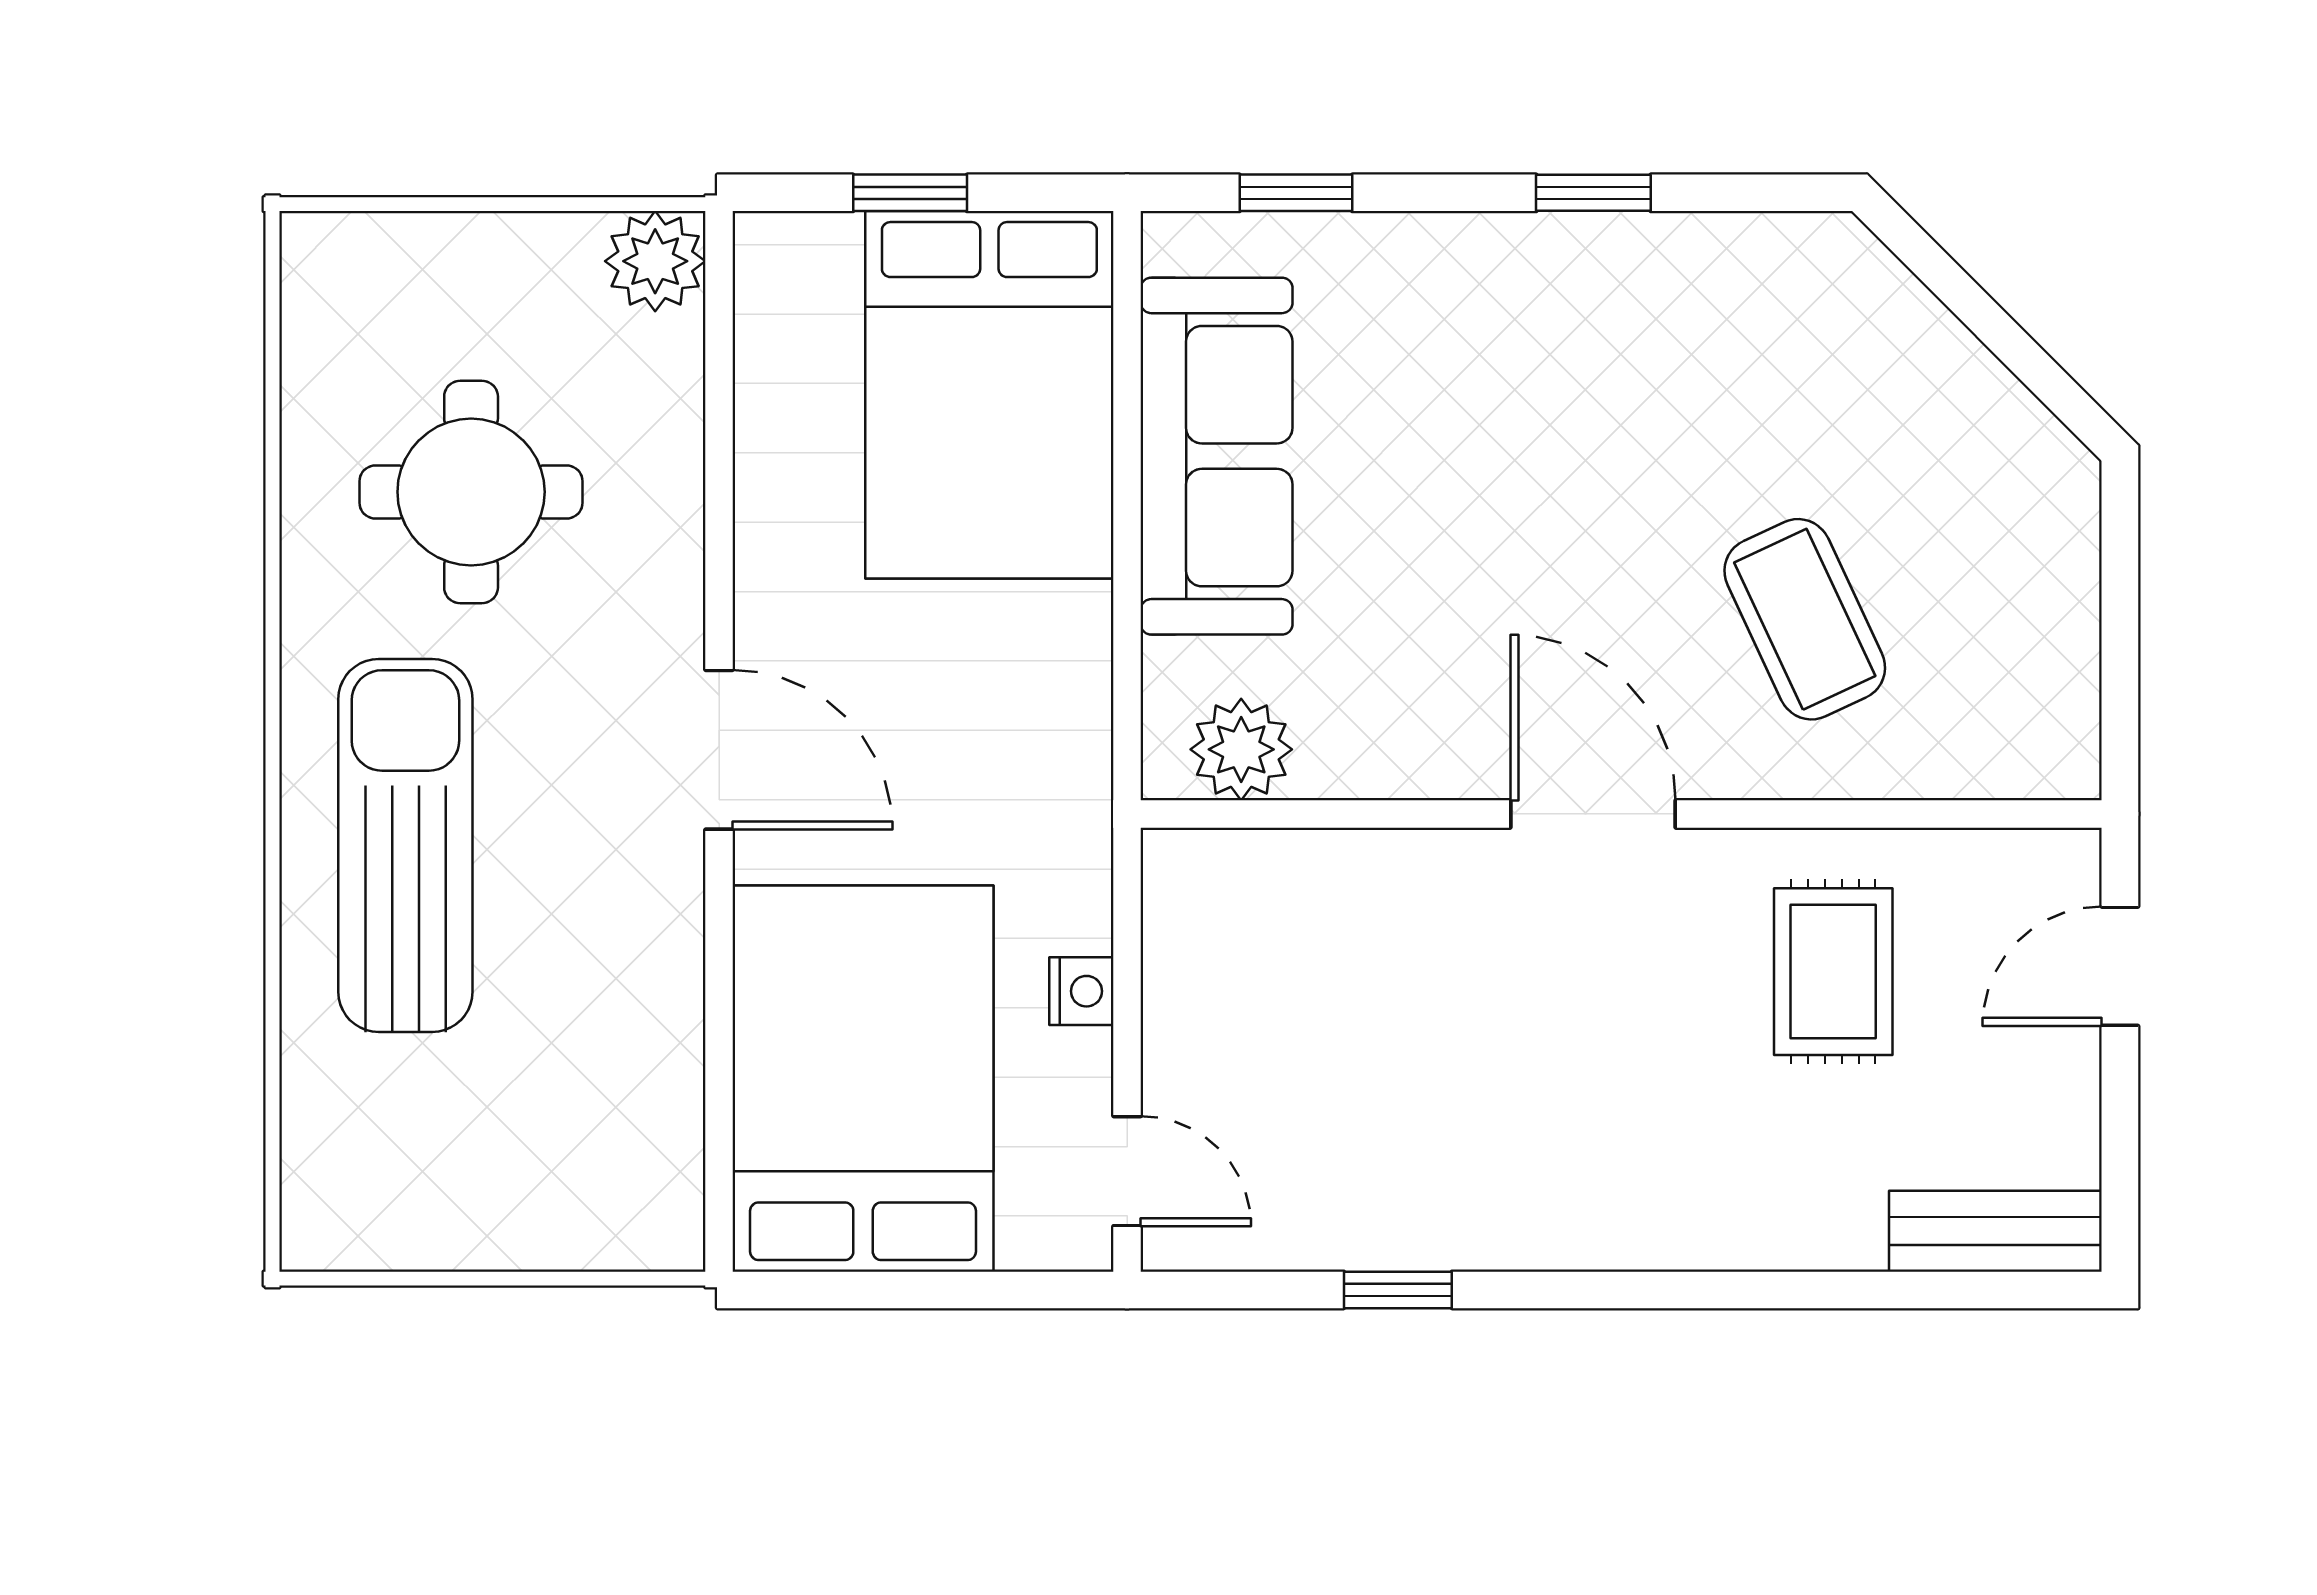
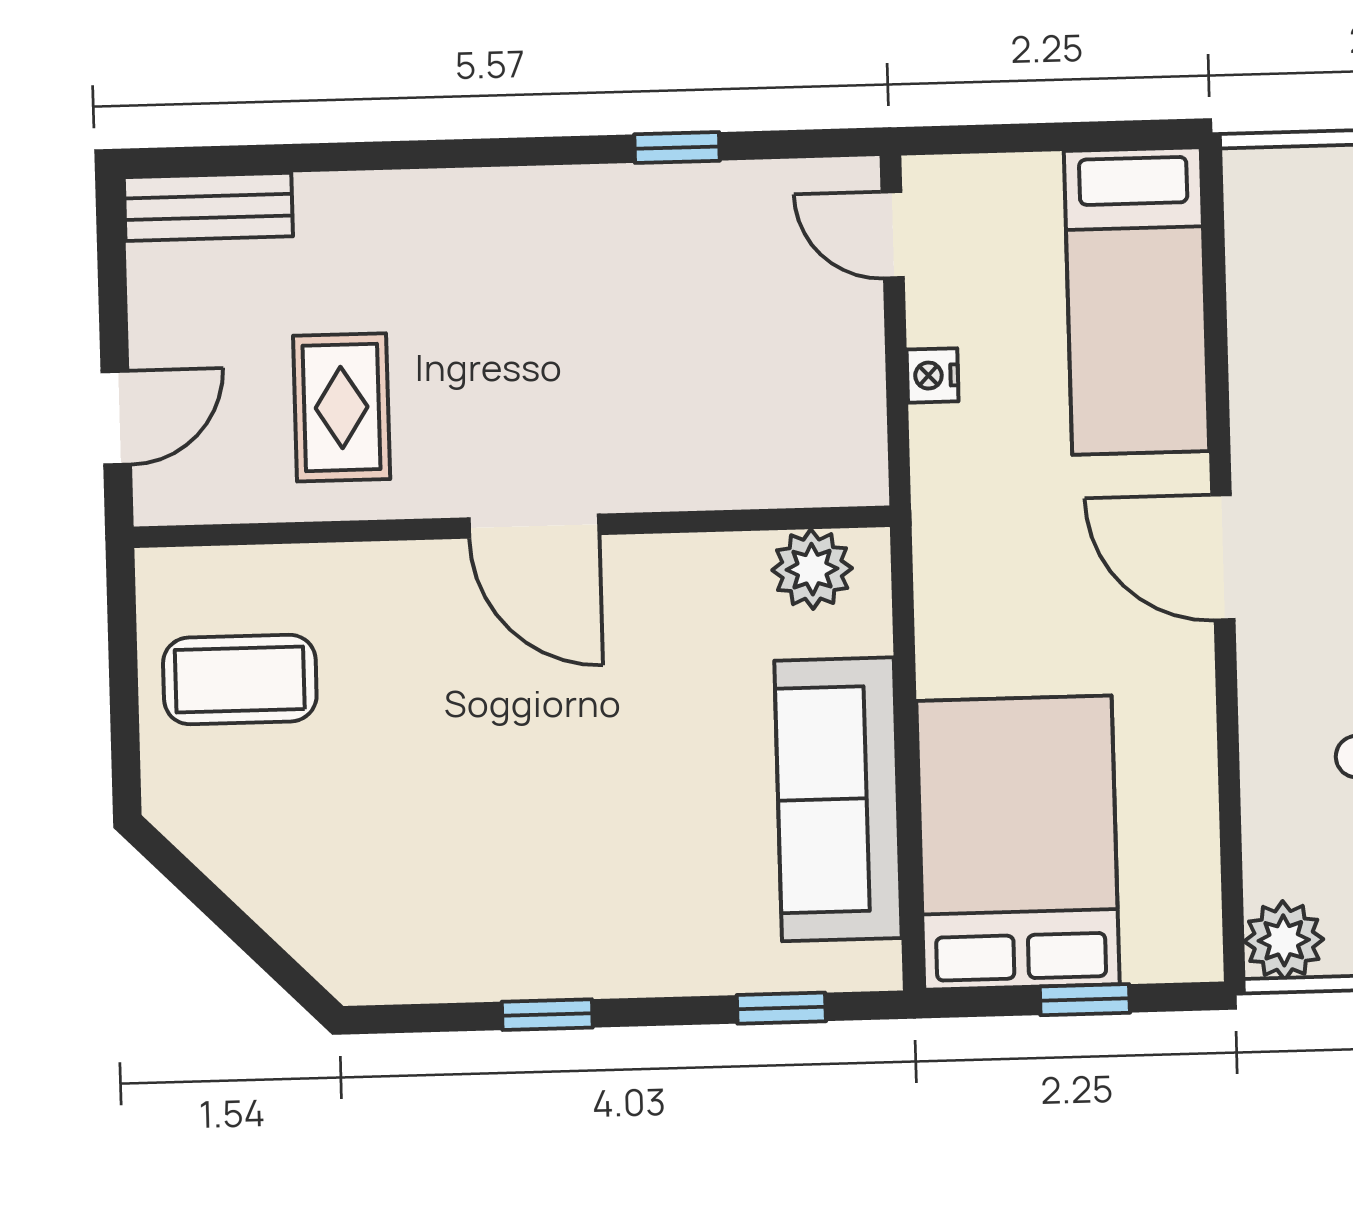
coffee table: (1805, 619) -> (240, 679), moved, turned -65
bed: (863, 1079) -> (1136, 301), width x0.67

